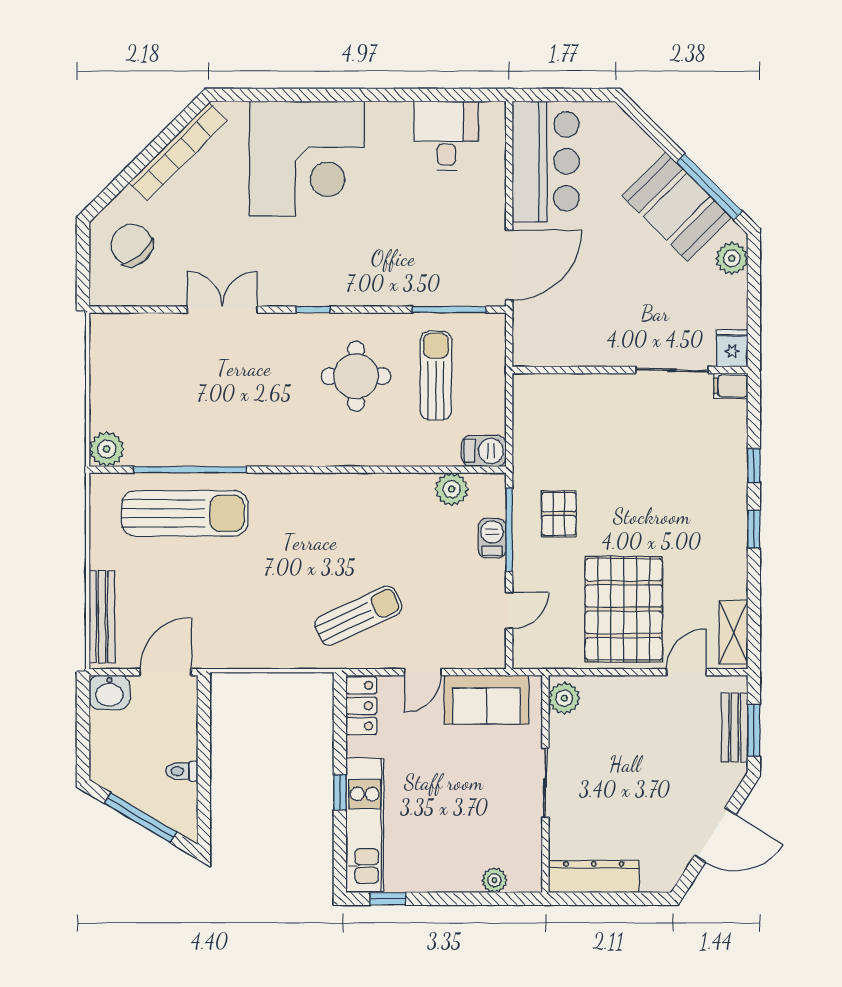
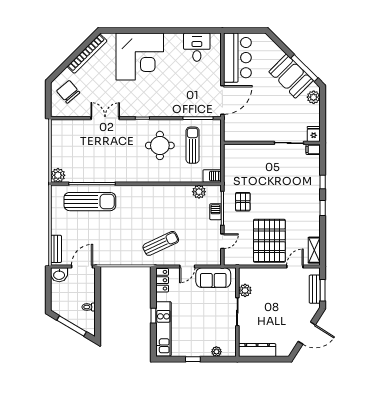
bench: (102, 617) -> (56, 249), width x0.73
plant: (564, 698) -> (245, 290), moved
window: (388, 899) -> (193, 359), moved

